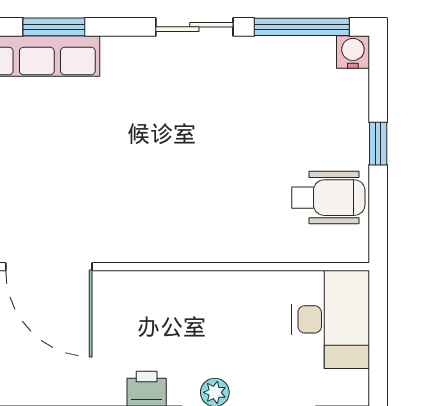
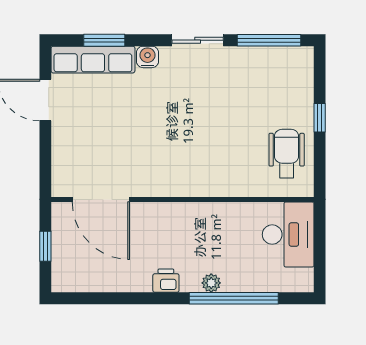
water cooler: (353, 52) -> (147, 57), moved
wheelchair: (328, 198) -> (287, 154), turned -90

